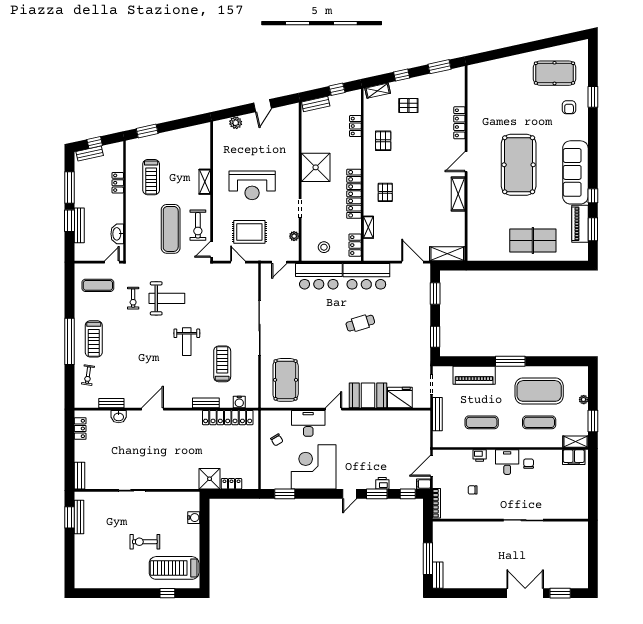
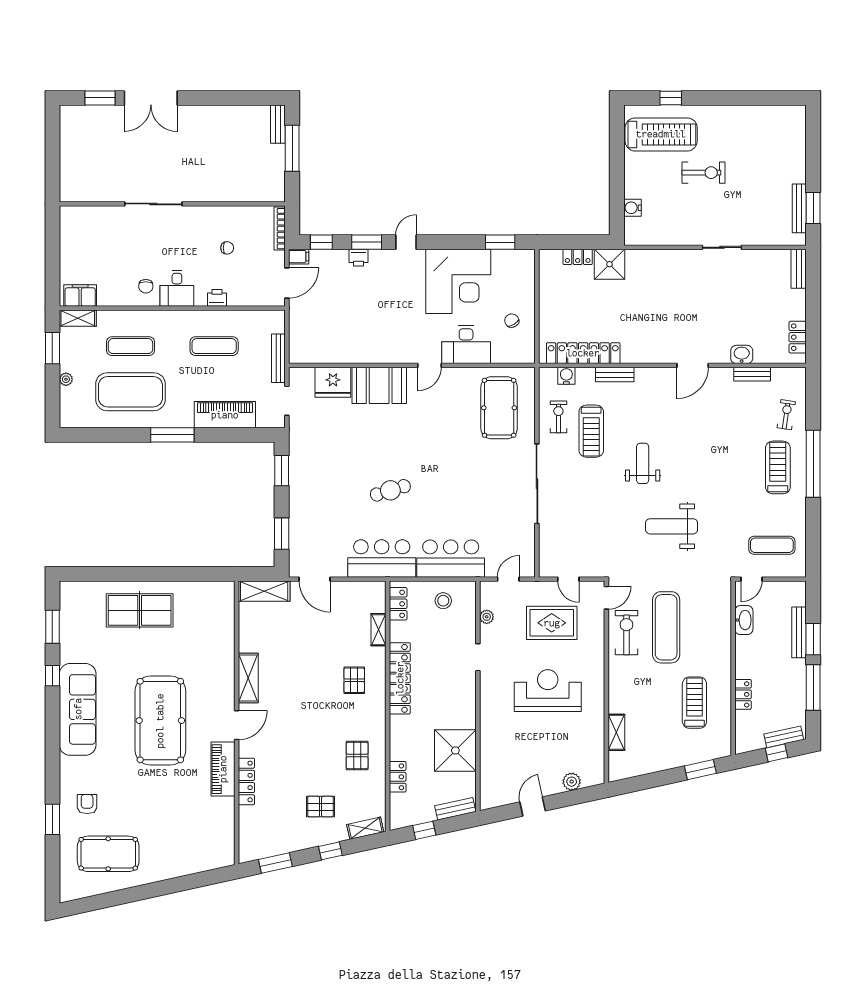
shower: (316, 167) -> (455, 750), moved
shelving: (205, 182) -> (616, 732), moved
piano: (580, 224) -> (223, 769), moved, turned 180
exercise bike: (133, 298) -> (558, 417), moved

